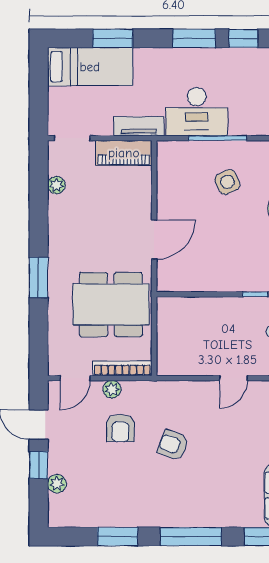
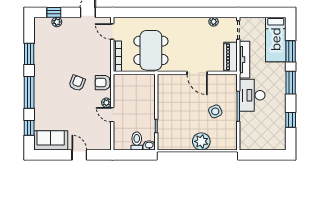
window: (194, 38) -> (291, 83), moved
tv unit: (139, 126) -> (244, 60), width x1.41
door: (154, 239) -> (197, 73), moved
window: (39, 277) -> (165, 12), removed
plant: (112, 389) -> (106, 103), moved
armchair: (120, 428) -> (103, 83), moved
window: (39, 465) -> (54, 12), moved

